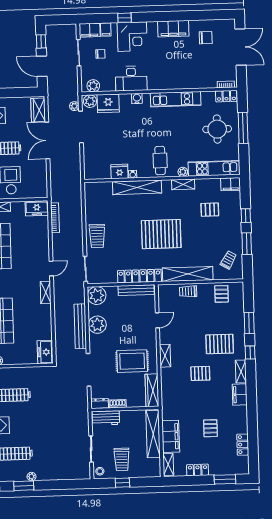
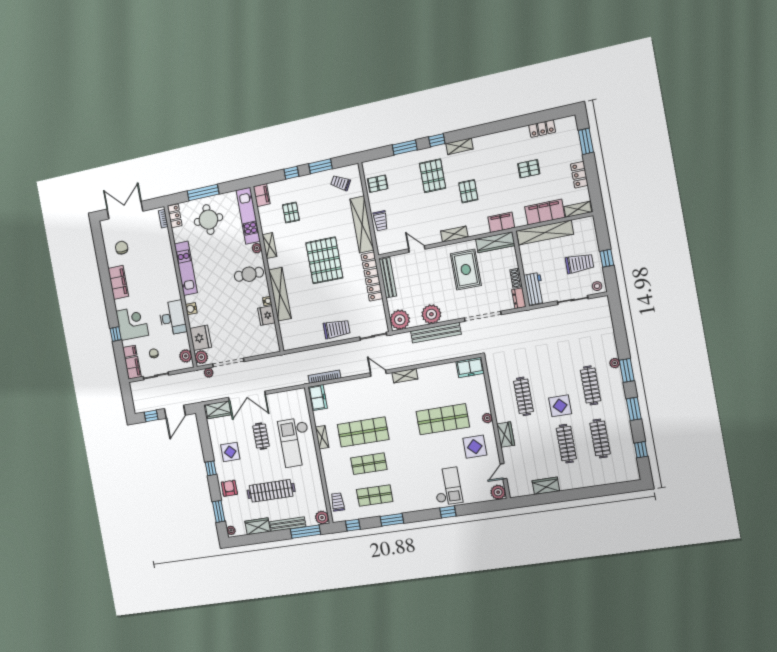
filing cabinet: (240, 395) -> (501, 222), moved, turned 180

